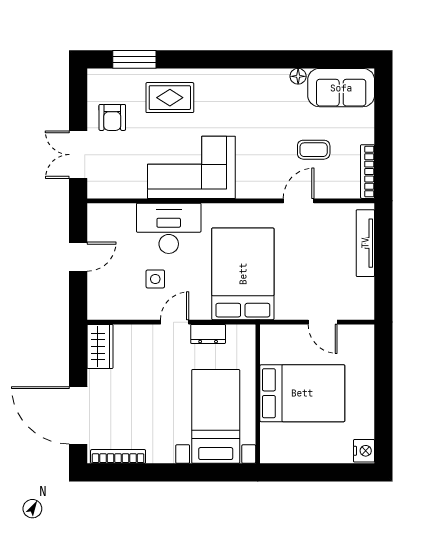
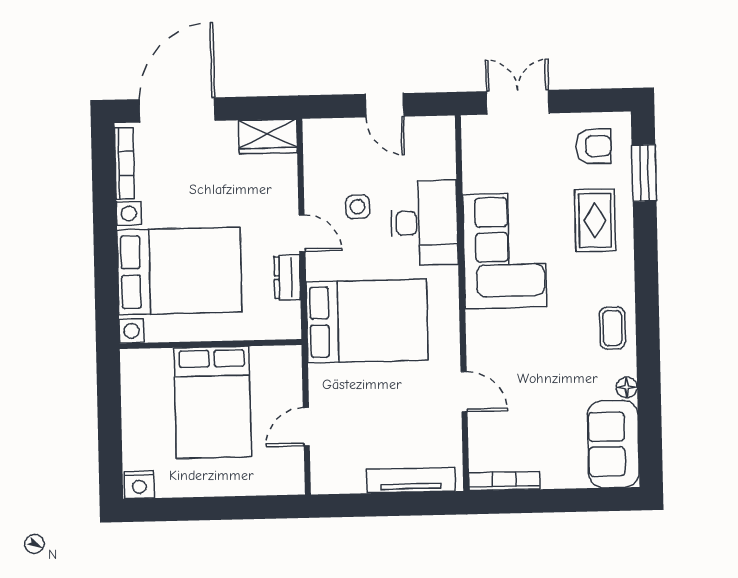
armchair: (112, 117) -> (593, 146), moved, turned 180
coffee table: (314, 150) -> (612, 328), moved
bed with nightstands: (216, 416) -> (179, 271), width x1.36

